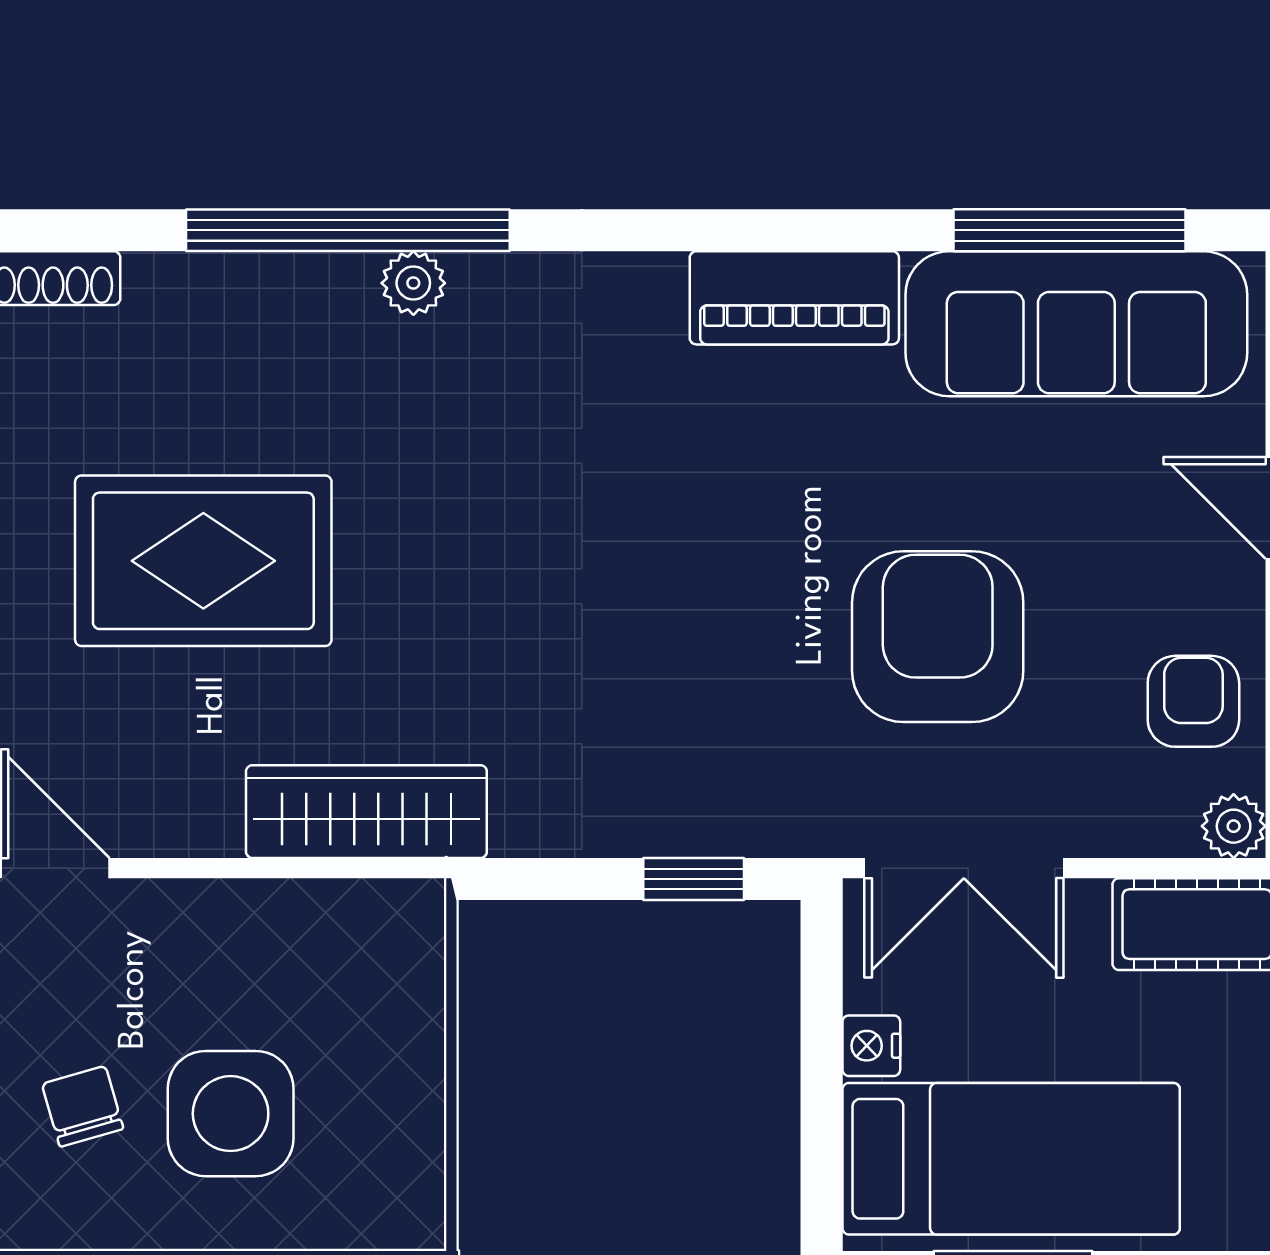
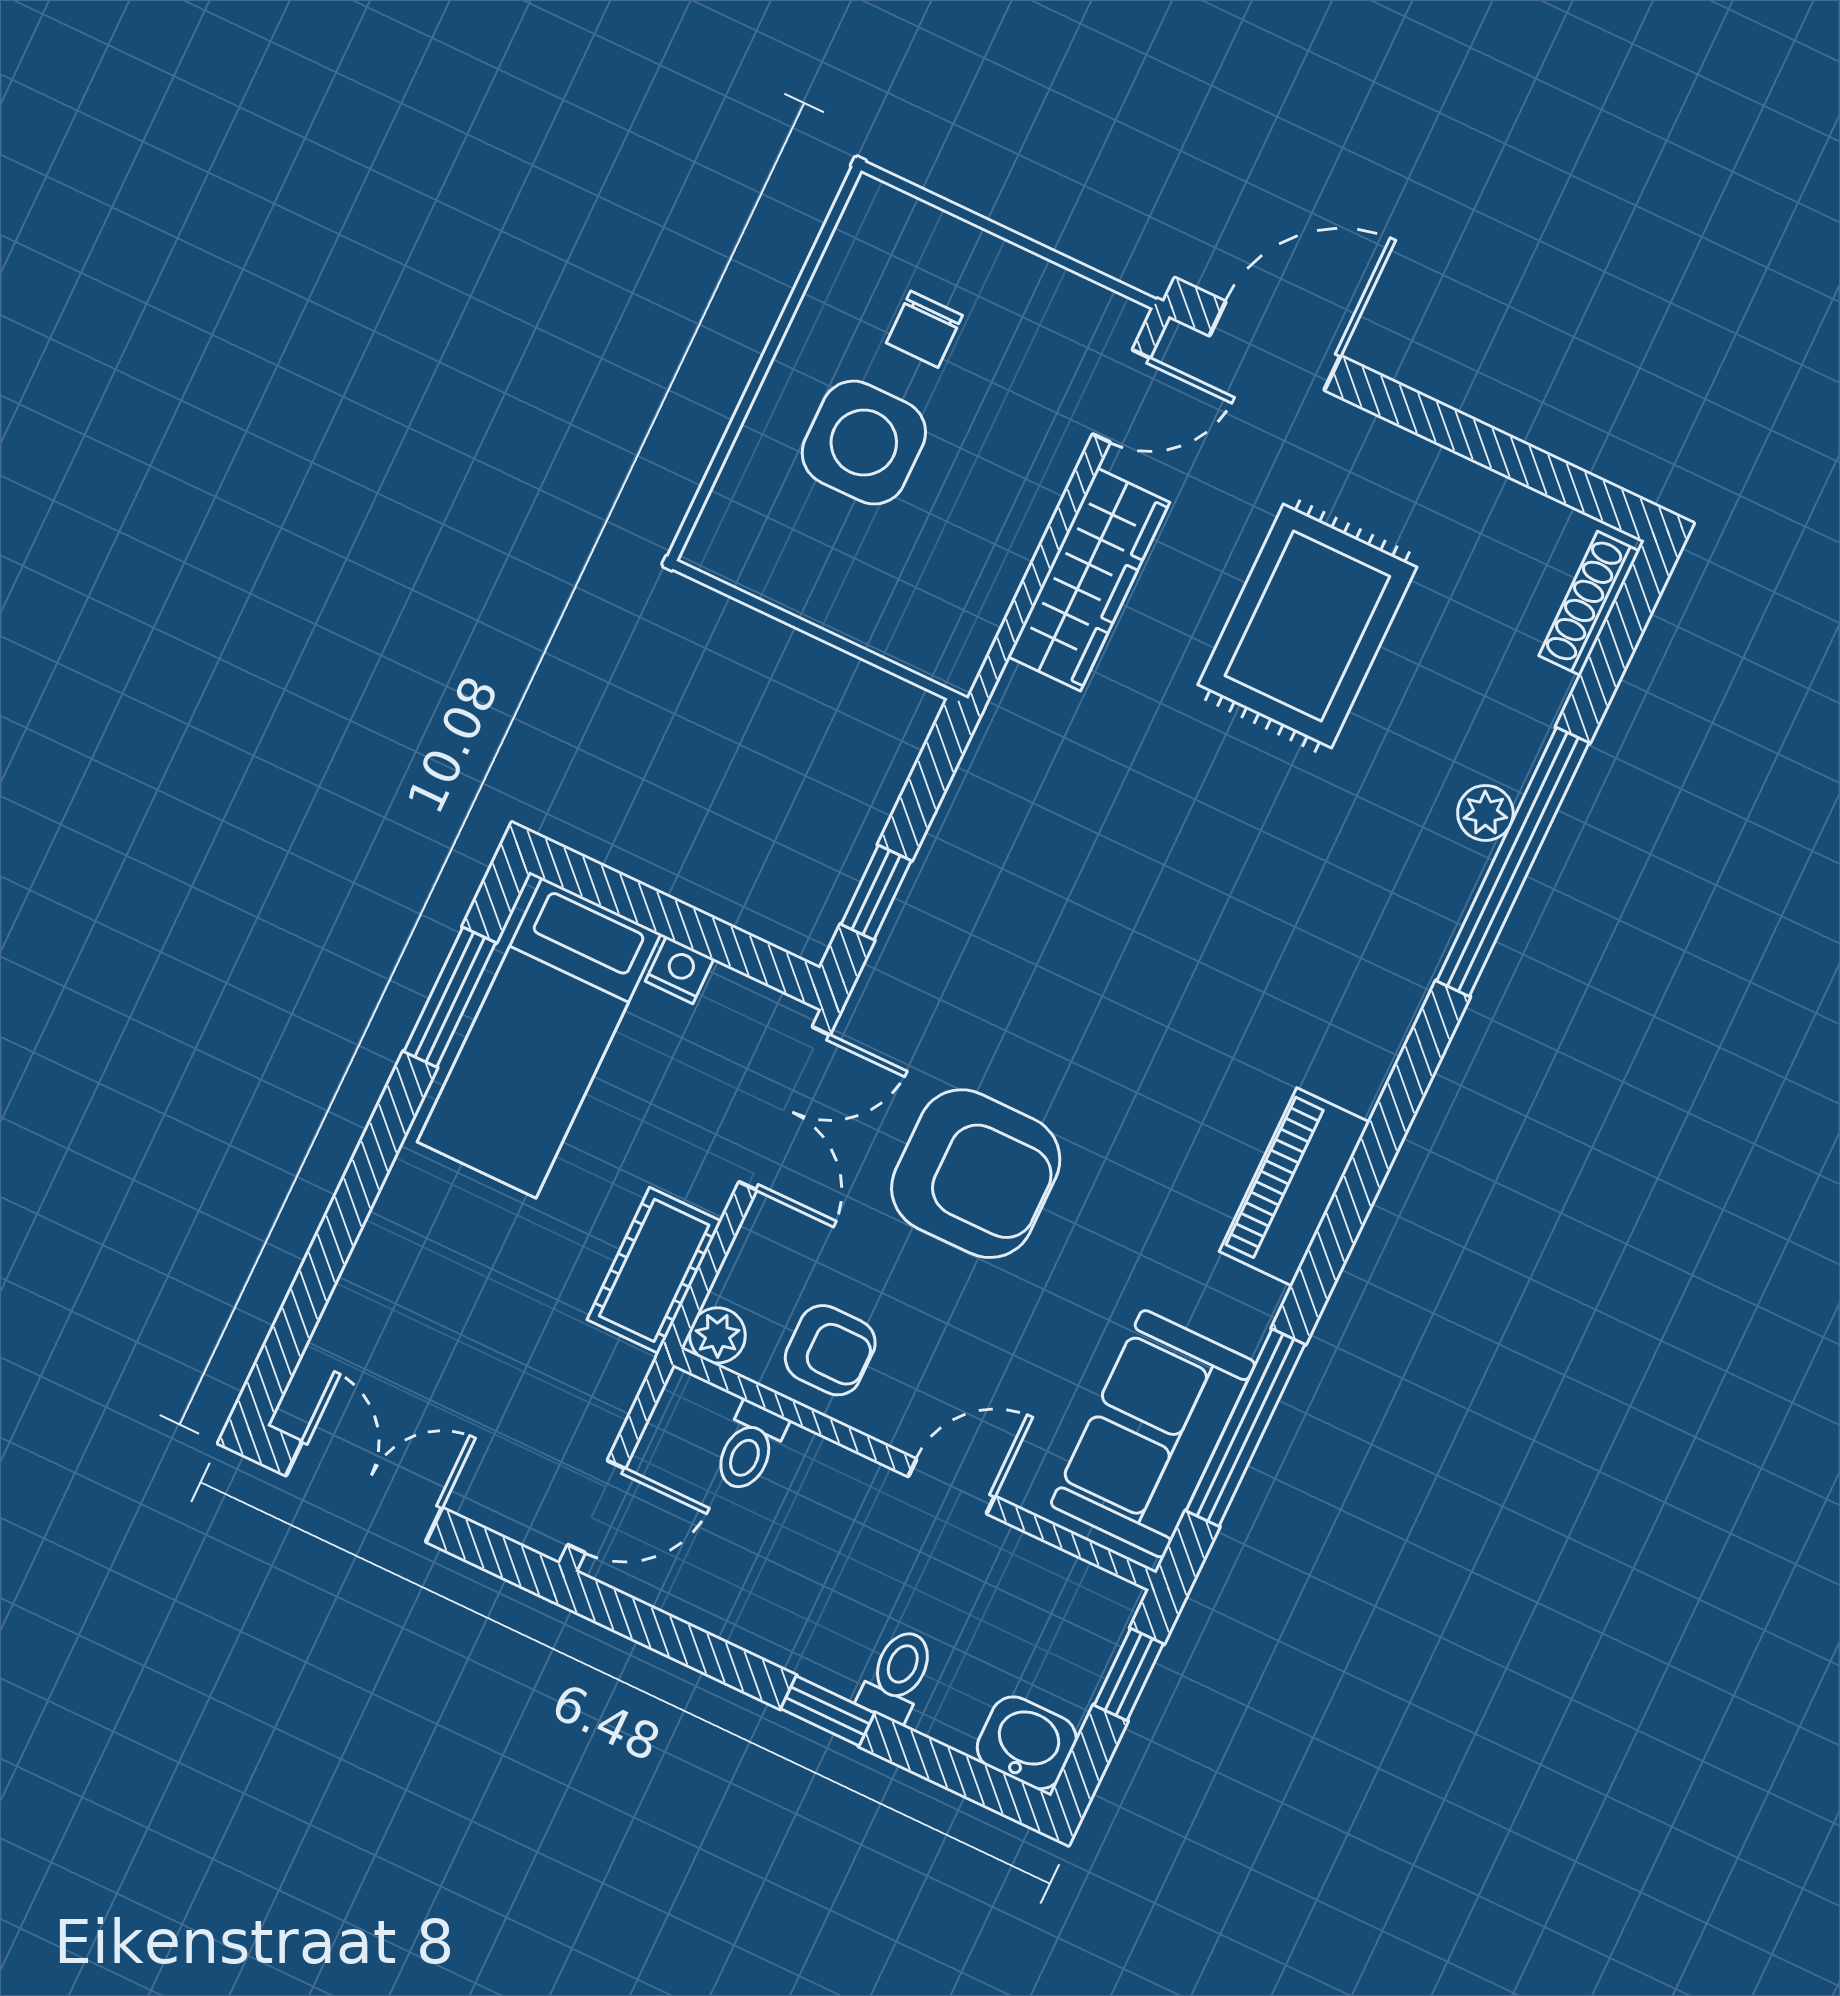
plant: (413, 283) -> (1485, 813), moved
sofa: (1076, 324) -> (1153, 1434), width x0.73
wardrobe: (366, 812) -> (1089, 579), moved
double door: (964, 868) -> (784, 1108), swing flipped
chair: (83, 1106) -> (924, 329), turned 106

